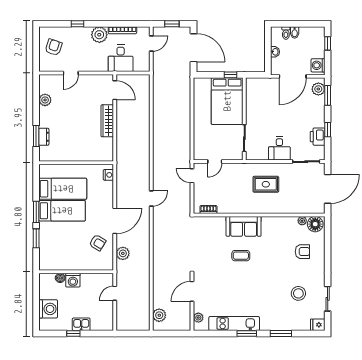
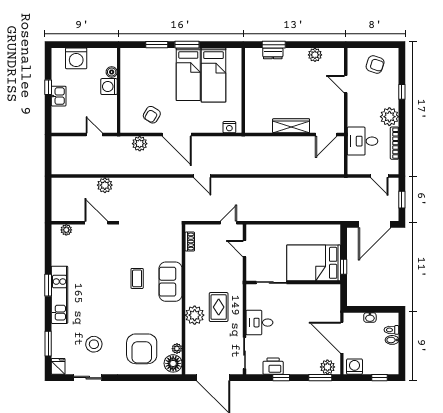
plant: (273, 205) -> (195, 315), added
armchair: (302, 252) -> (142, 349), width x1.88, depth x1.88
plant: (159, 315) -> (105, 185), moved
kitchen unit: (234, 324) -> (59, 295), moved
window: (281, 333) -> (48, 344), moved

